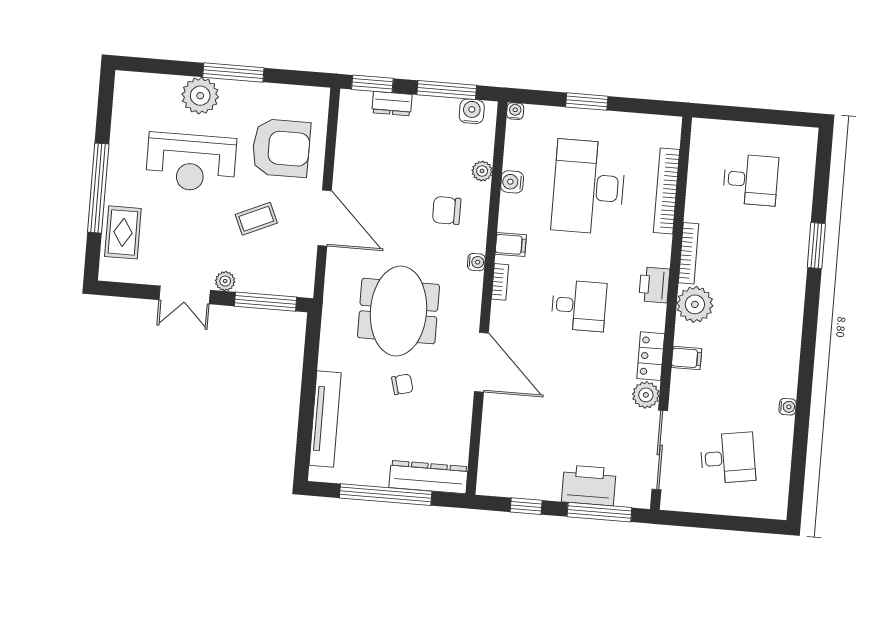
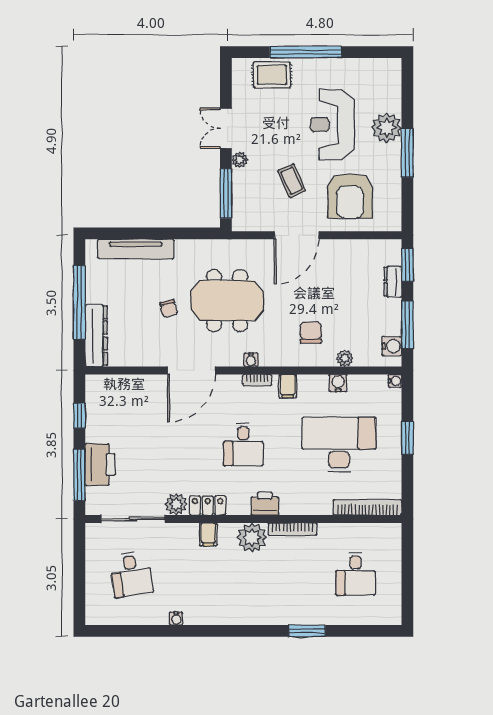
bookcase: (667, 191) -> (367, 507), moved
water cooler: (476, 262) -> (251, 360), moved

